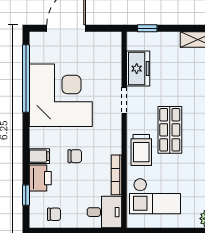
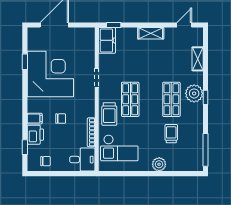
freezer: (138, 69) -> (107, 40), moved
window: (26, 78) -> (25, 62), width x0.32

